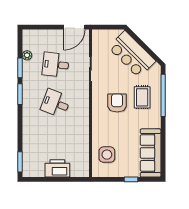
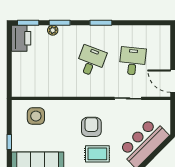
plant: (27, 55) -> (53, 30), moved
window: (20, 68) -> (60, 23), moved
armchair: (117, 103) -> (91, 127), turned -90
printer: (57, 168) -> (21, 38), moved

